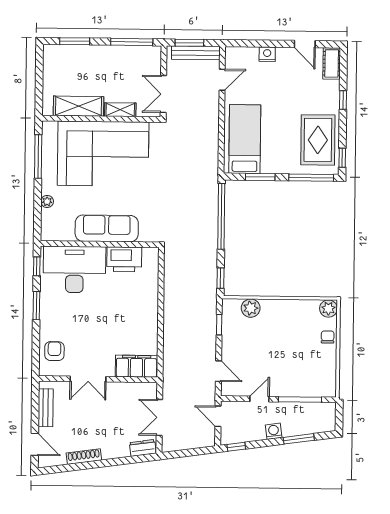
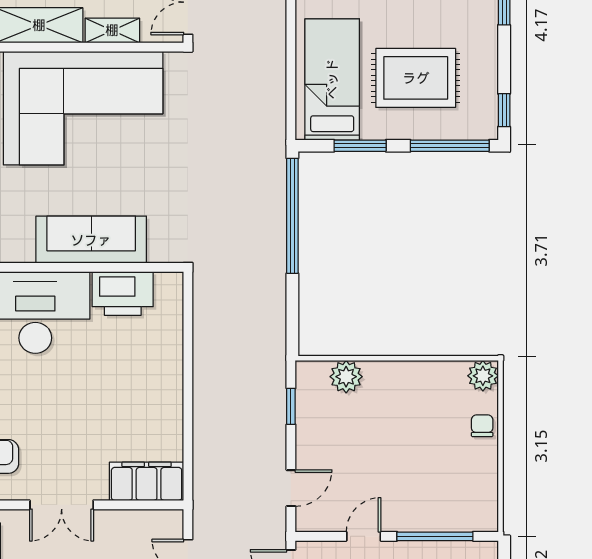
rug: (318, 140) -> (416, 78), moved, turned 90
window: (220, 278) -> (292, 325), removed
door: (219, 371) -> (291, 488), hinge flipped

